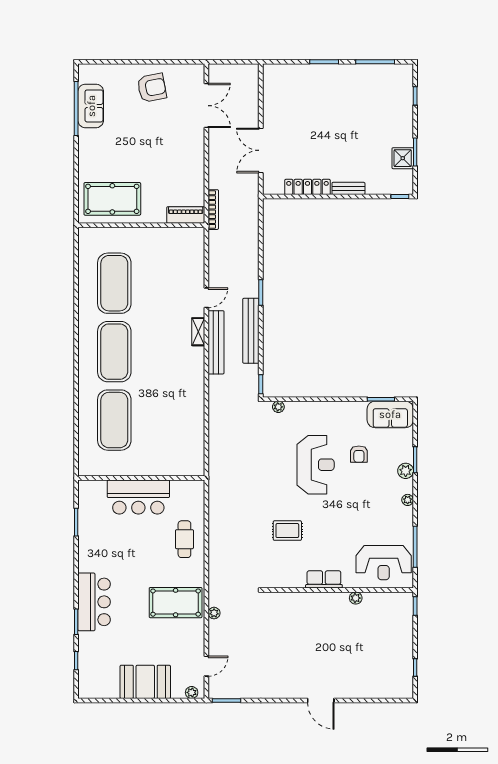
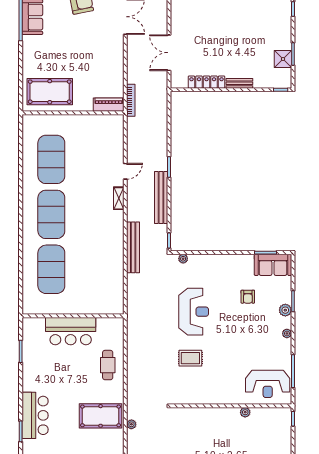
bench: (216, 342) -> (133, 247), moved
reception desk: (316, 465) -> (194, 312), moved
row of seats: (324, 579) -> (220, 397), removed

